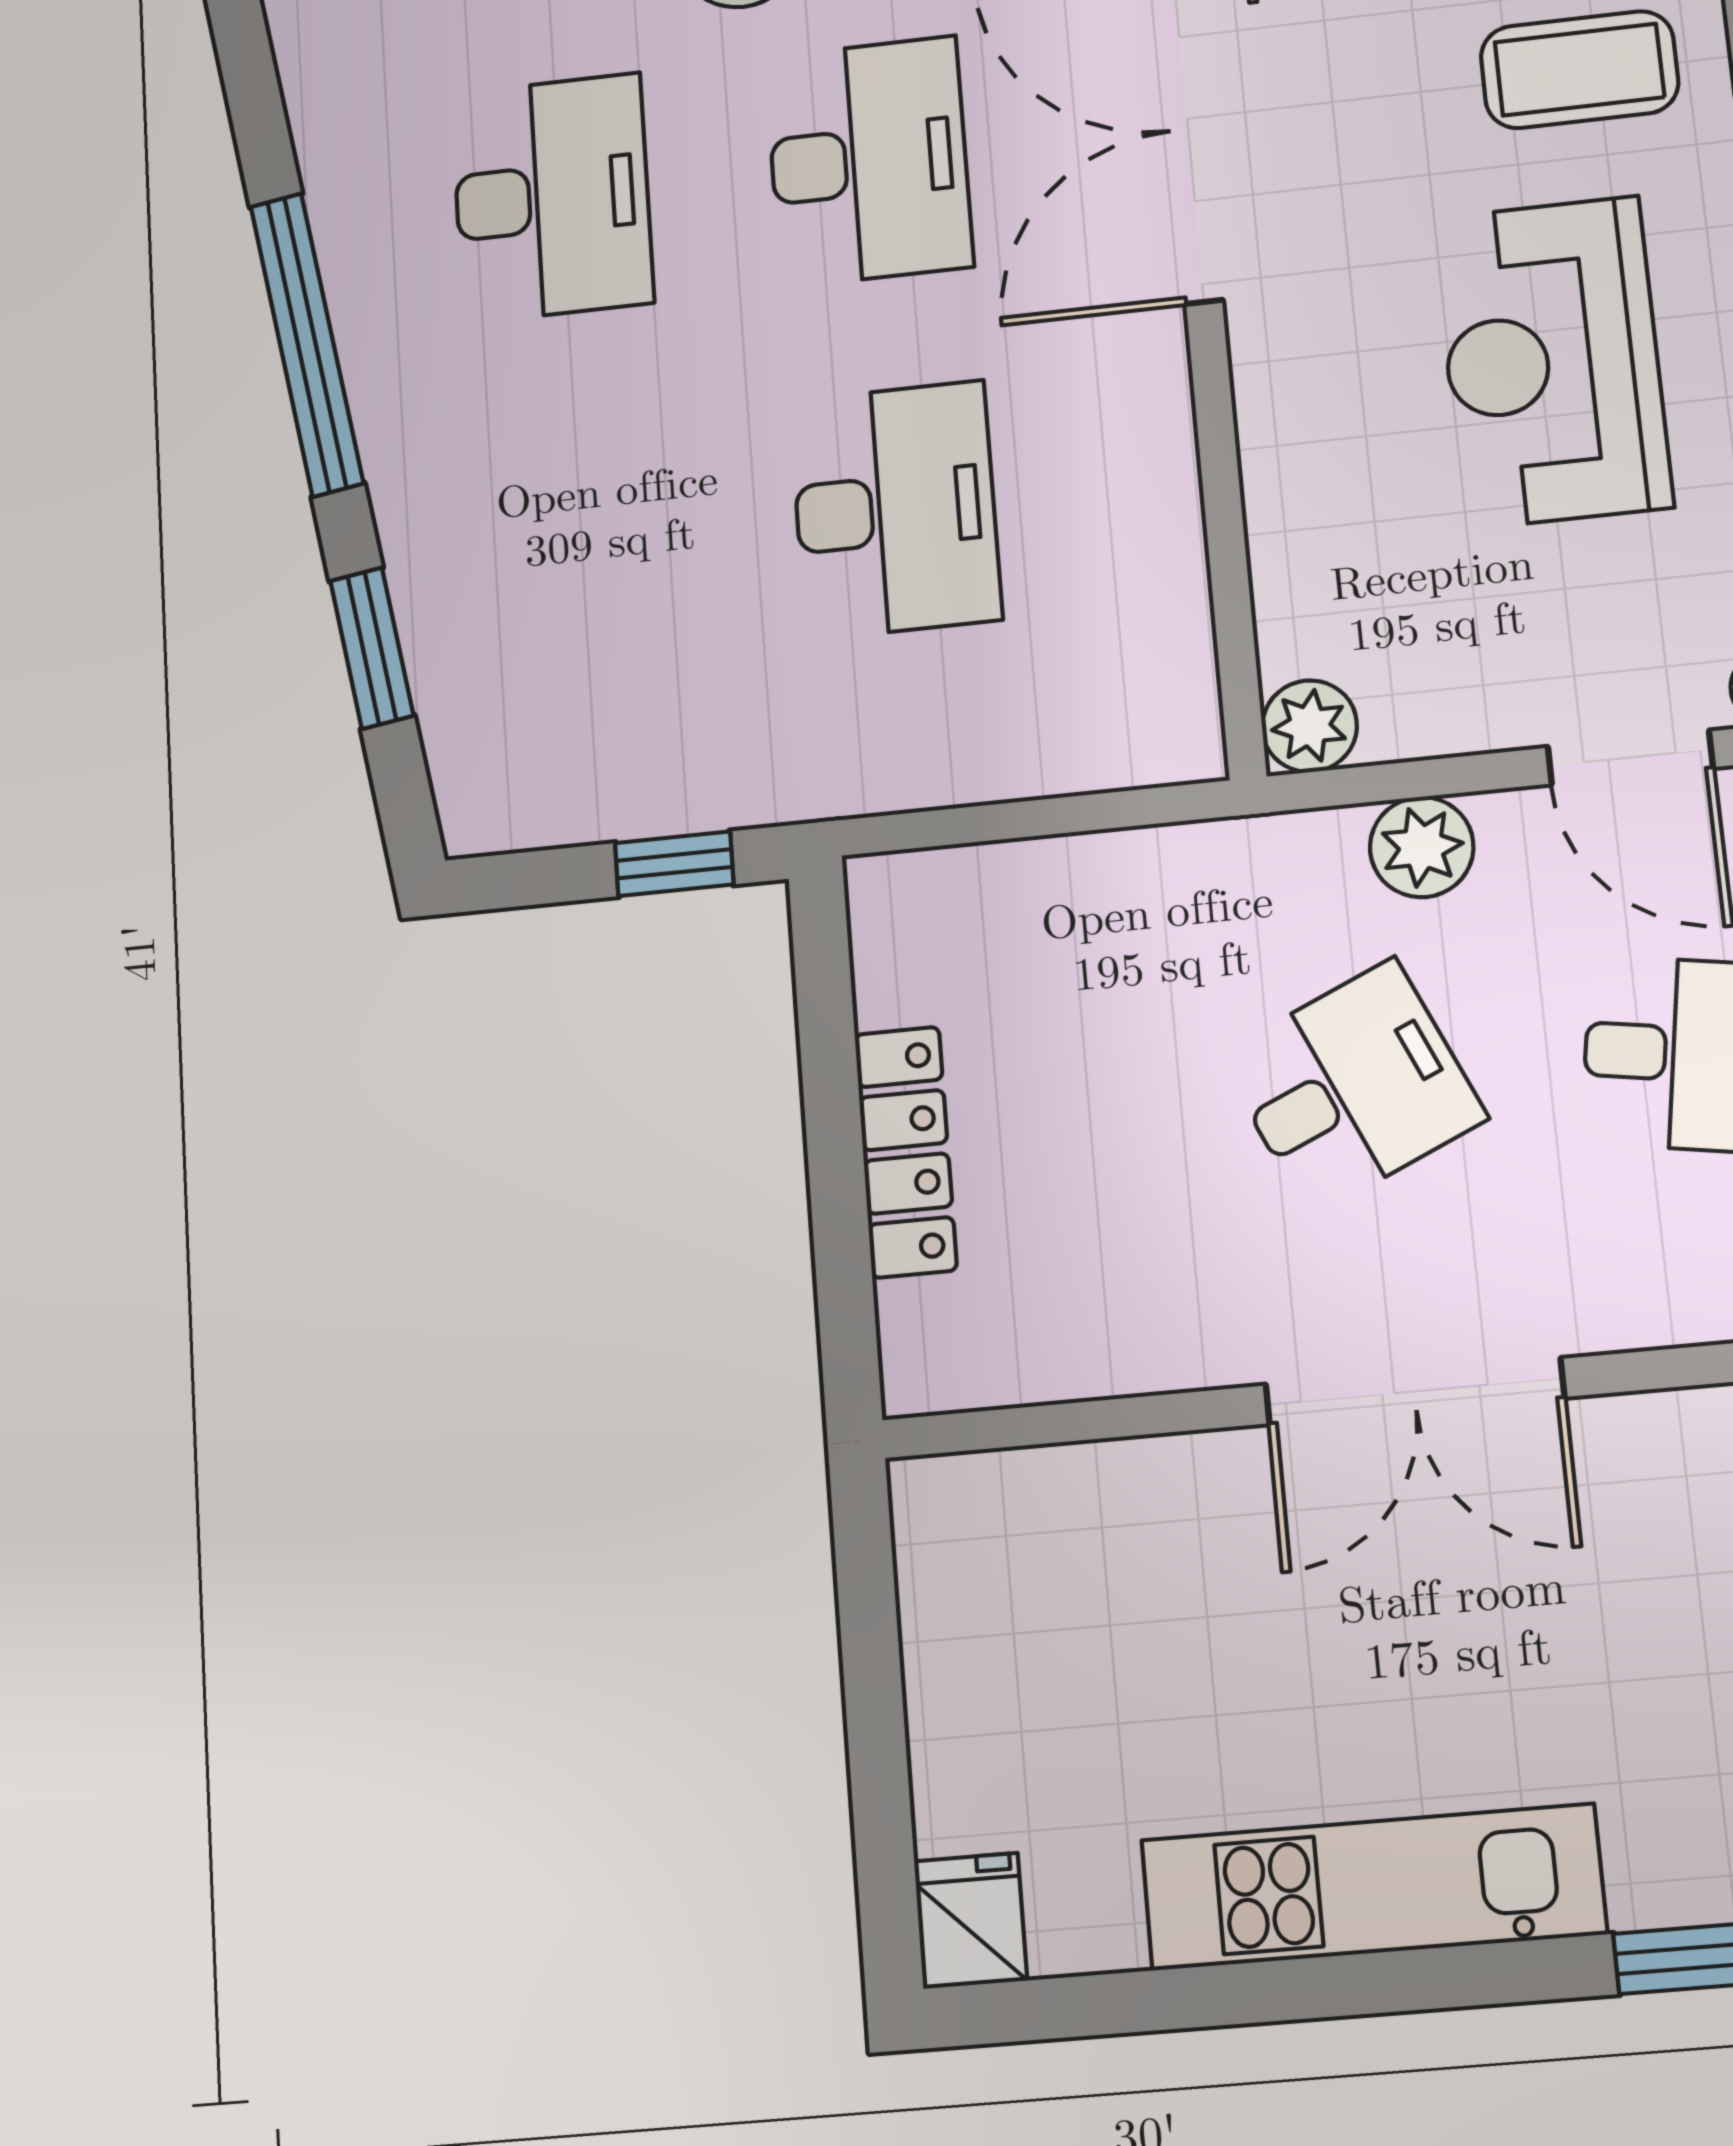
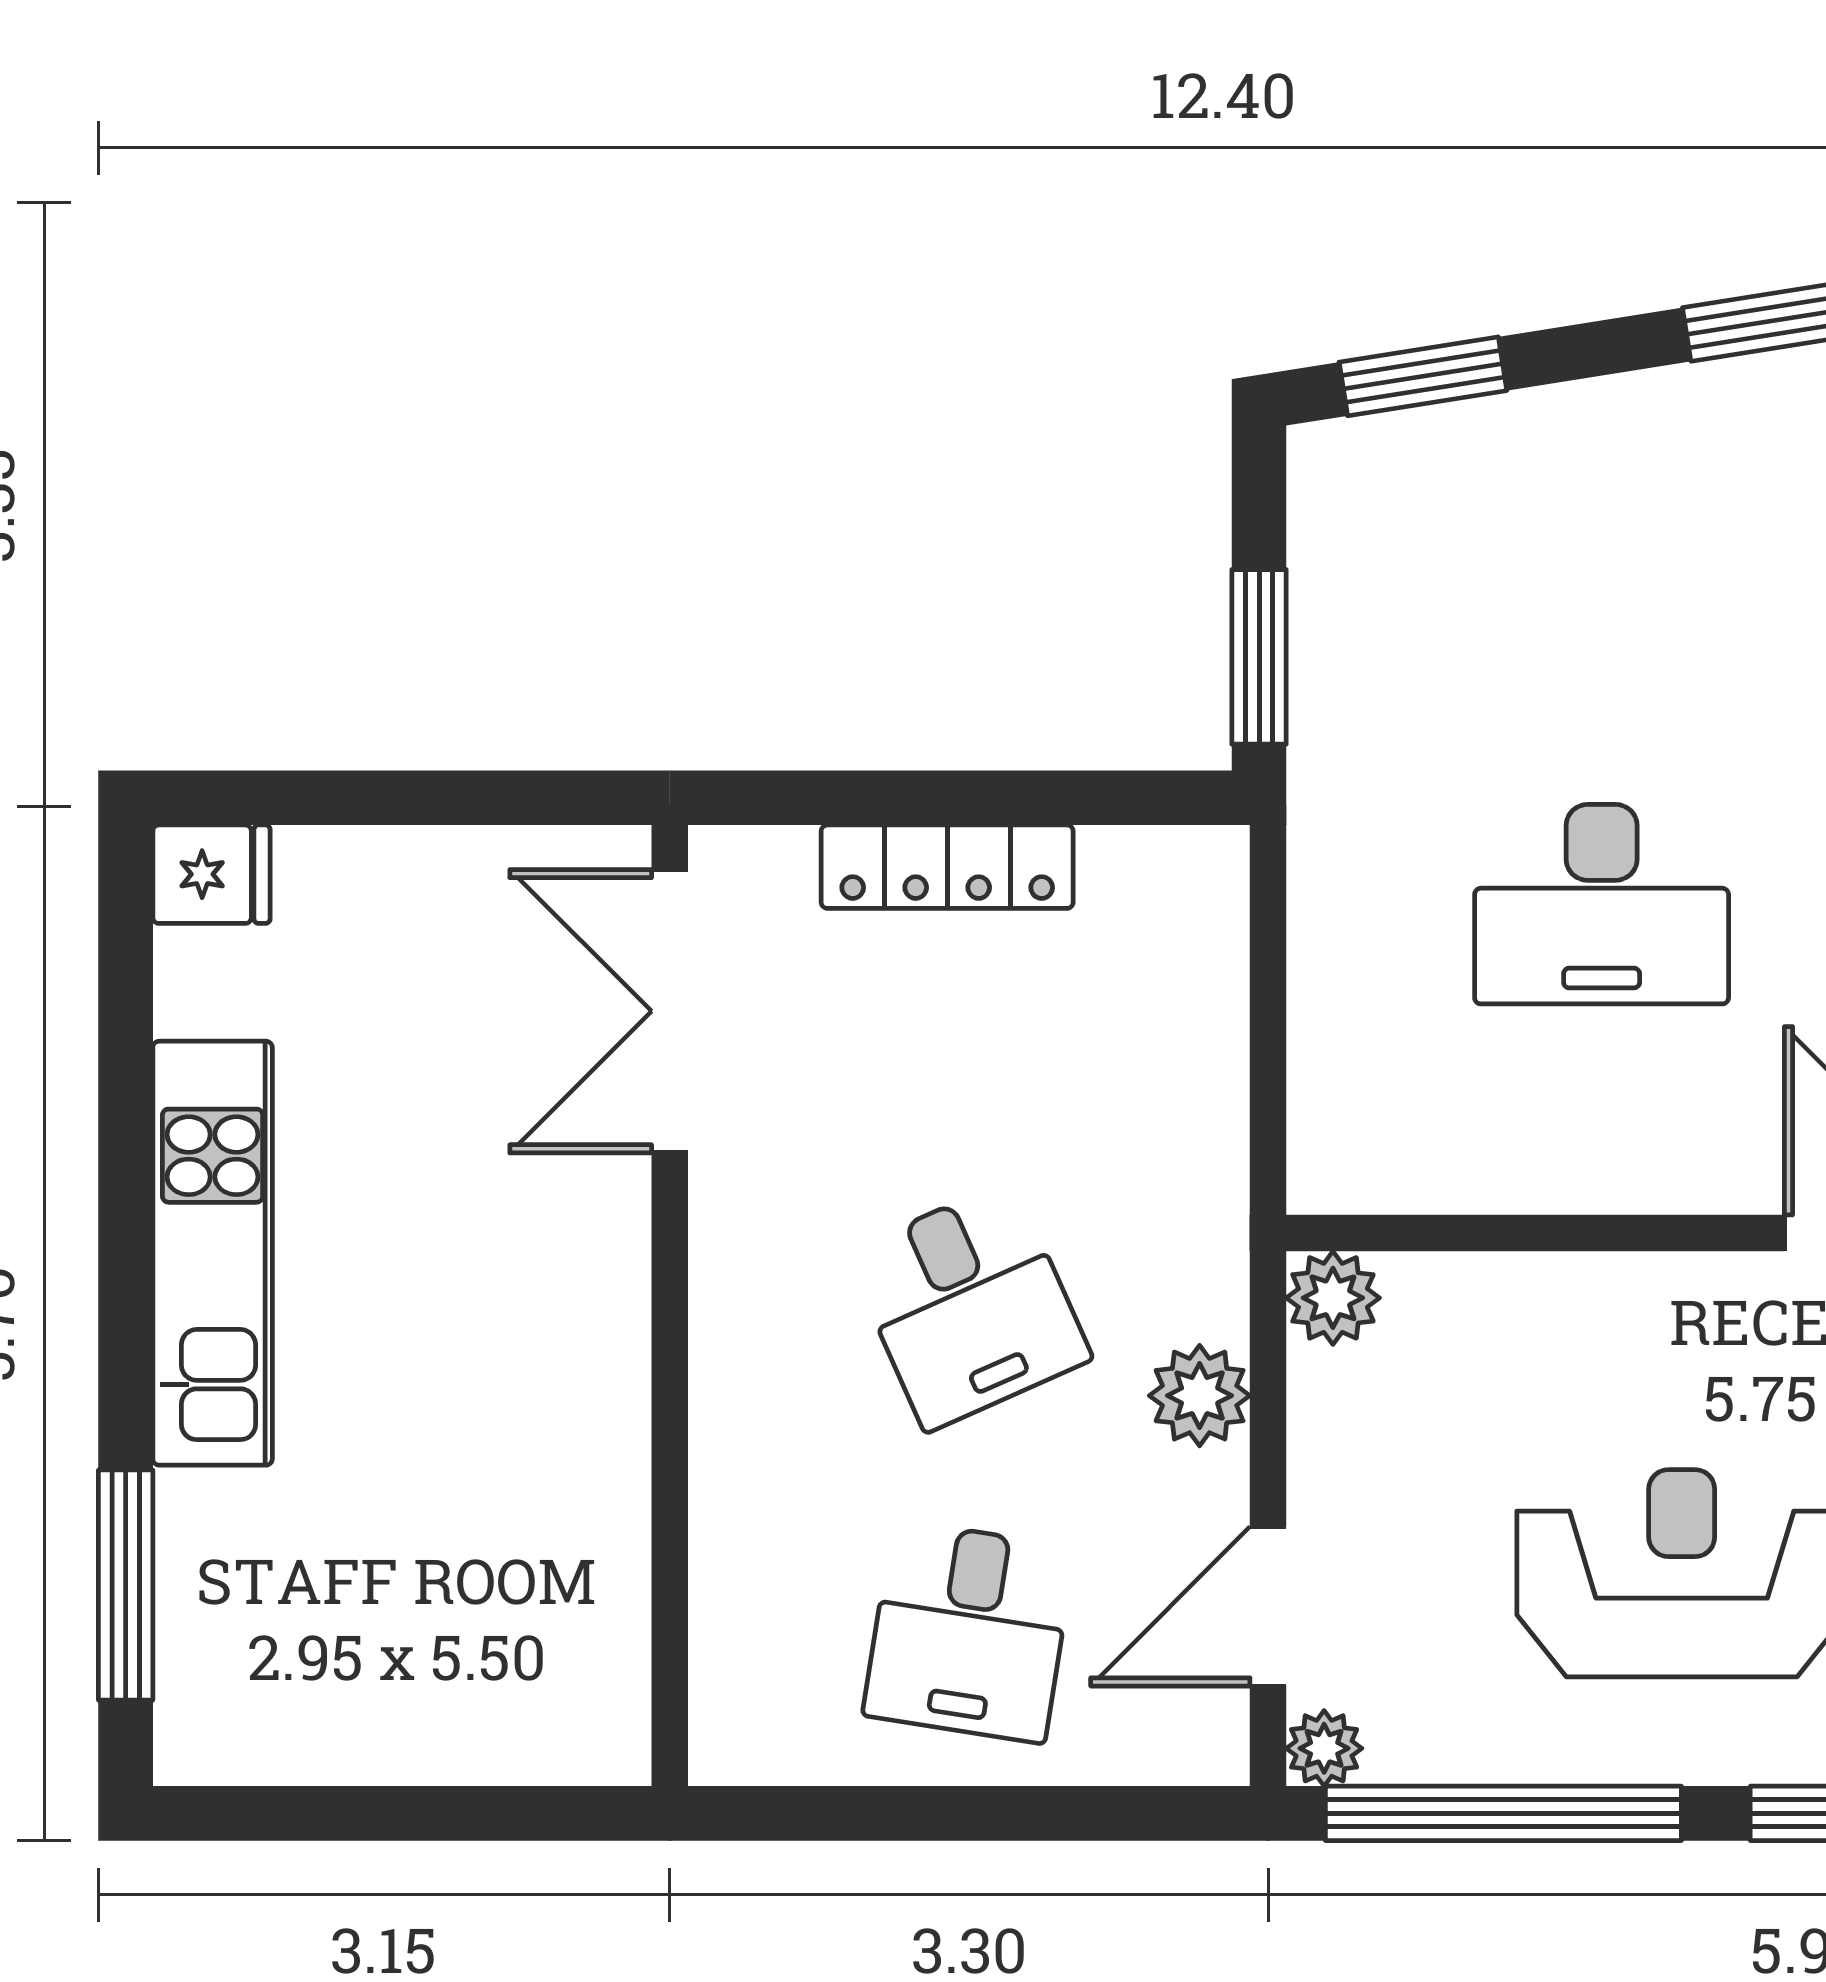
window: (372, 648) -> (1423, 376), moved
window: (674, 864) -> (1259, 657), width x1.50
double door: (1415, 1391) -> (670, 1011), moved

